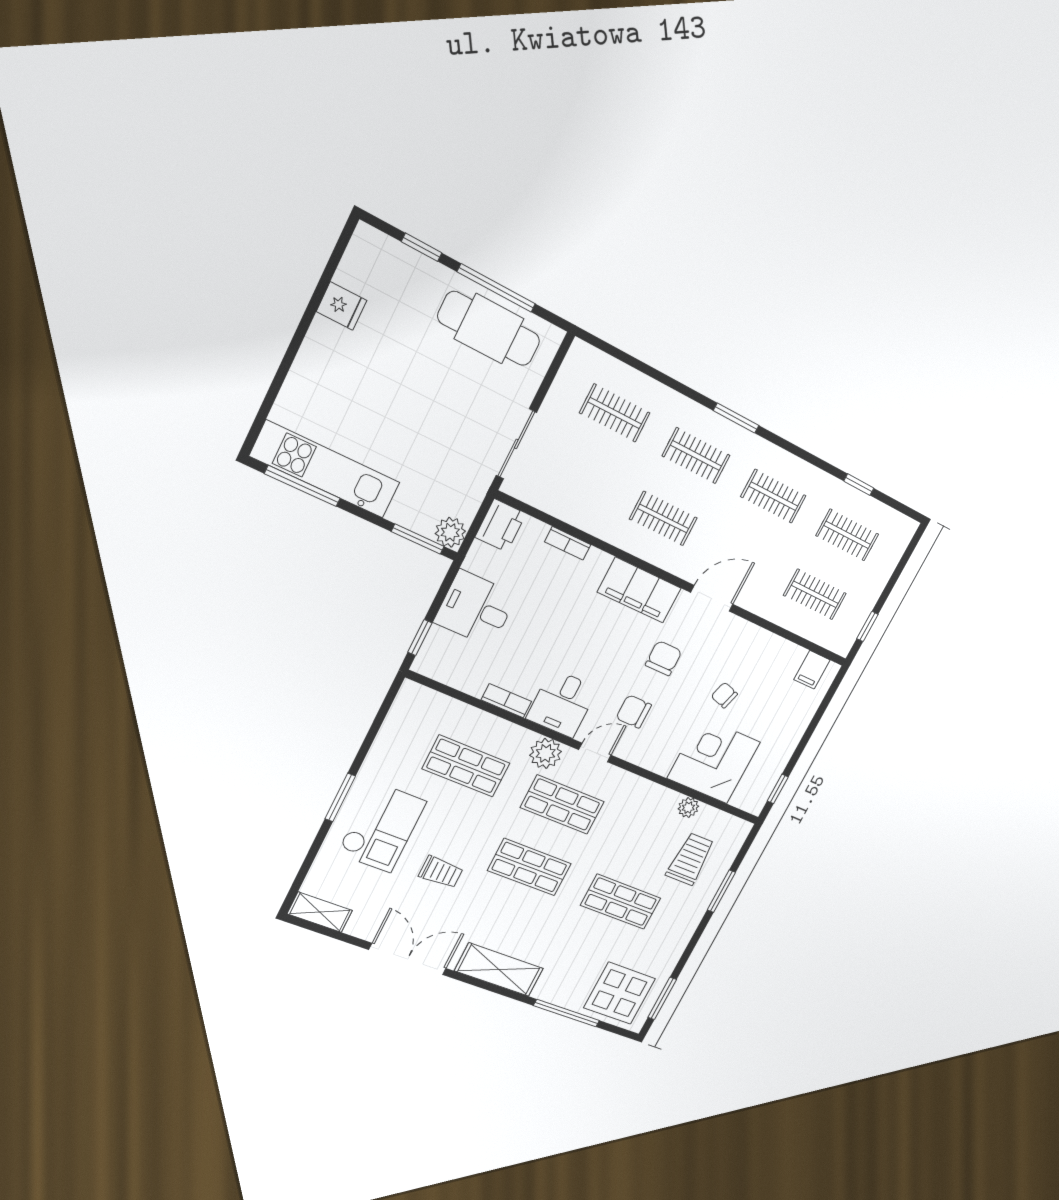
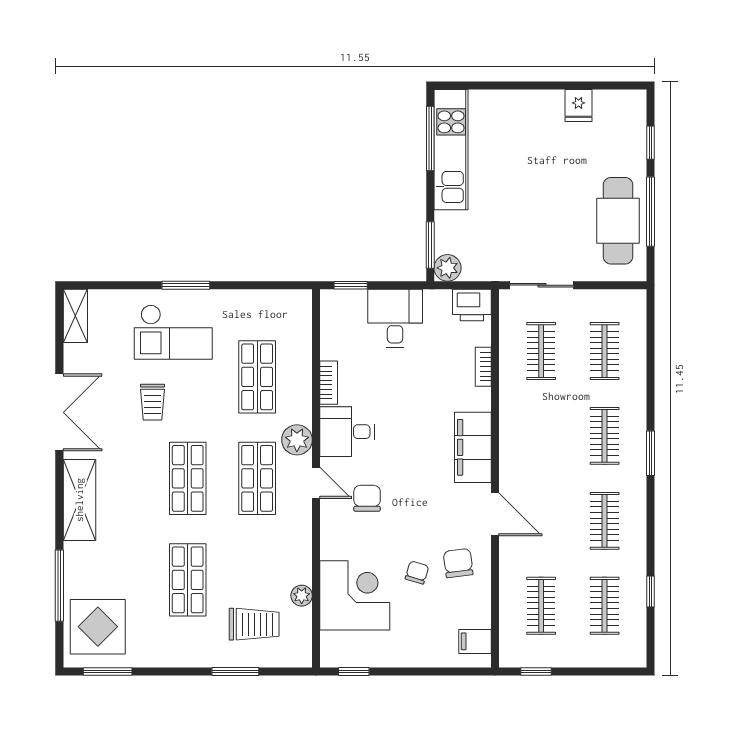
clothes rail: (663, 518) -> (541, 351), moved
chair: (664, 658) -> (458, 563), moved, turned -97

